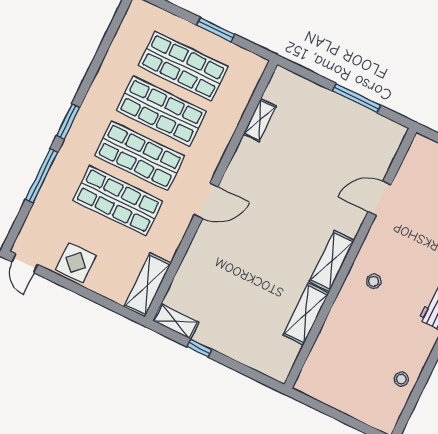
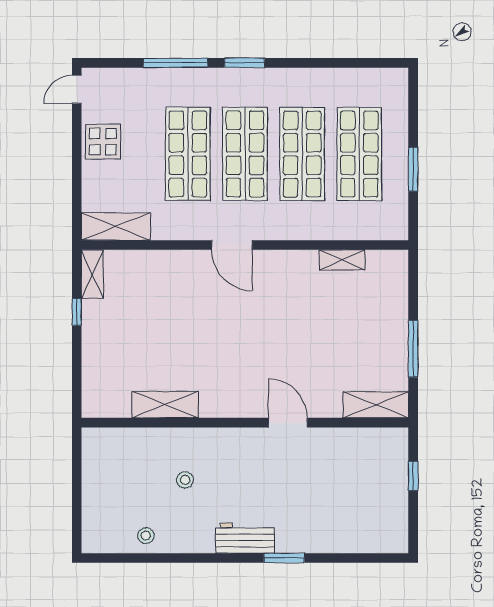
door: (380, 198) -> (288, 423), moved
shelving: (332, 261) -> (376, 405), moved
stool: (374, 281) -> (185, 480), moved

